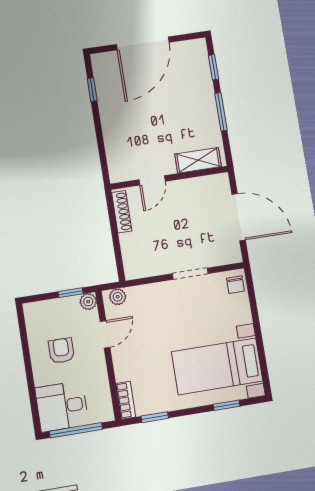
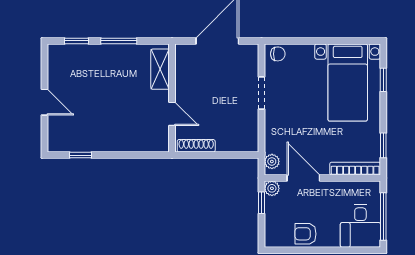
door: (143, 43) -> (45, 102), width x0.53
door: (105, 334) -> (303, 178), width x1.38
armchair: (61, 351) -> (305, 234), moved
bookcase: (126, 400) -> (355, 169), width x1.56

